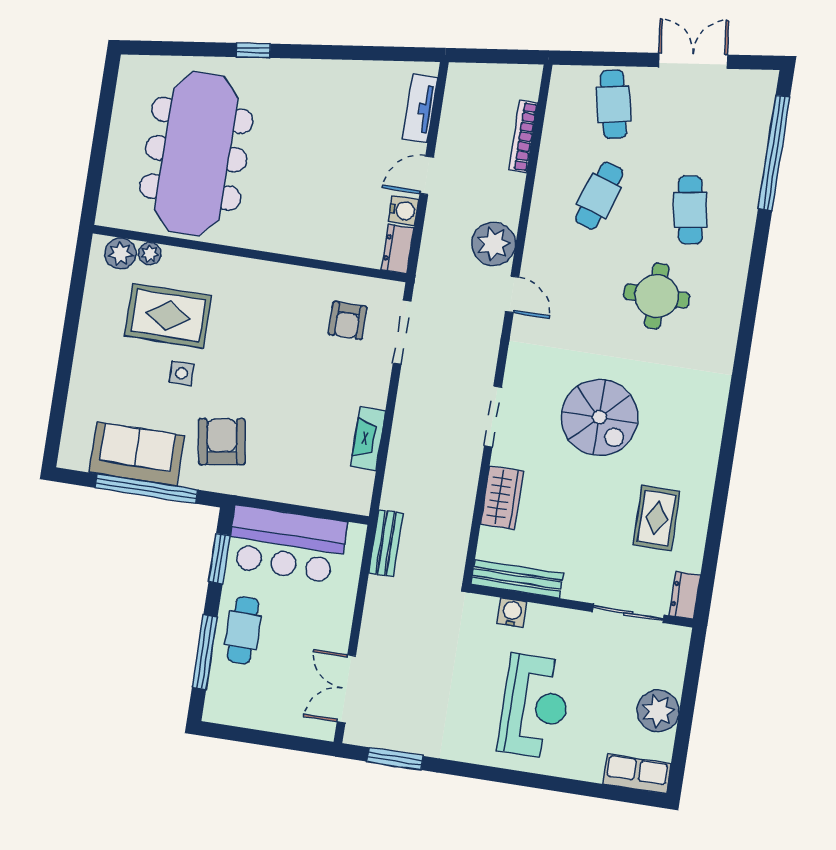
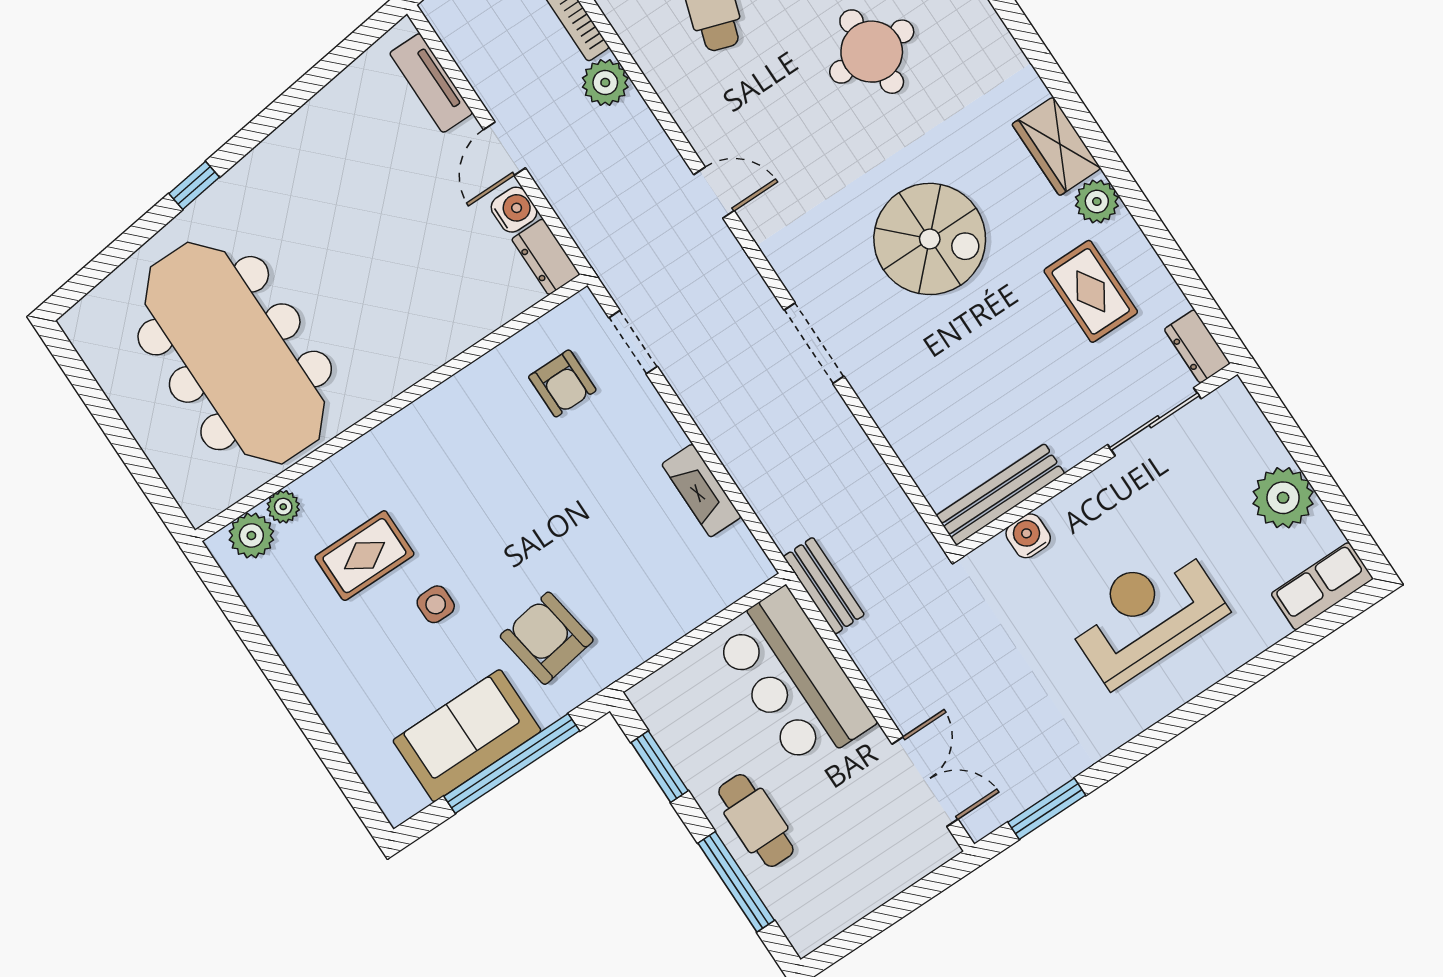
plant: (494, 244) -> (605, 83), moved, width x0.73, depth x0.73
rug: (168, 316) -> (364, 556), width x0.73, depth x0.70
doorway: (402, 332) -> (633, 342), width x0.73
plant: (701, 476) -> (1097, 201), added
wardrobe: (502, 498) -> (1056, 146), moved, turned 180
bar counter: (287, 544) -> (794, 679), moved, turned 90
double door: (346, 689) -> (925, 782), swing flipped
reception desk: (535, 706) -> (1146, 614), turned -90

